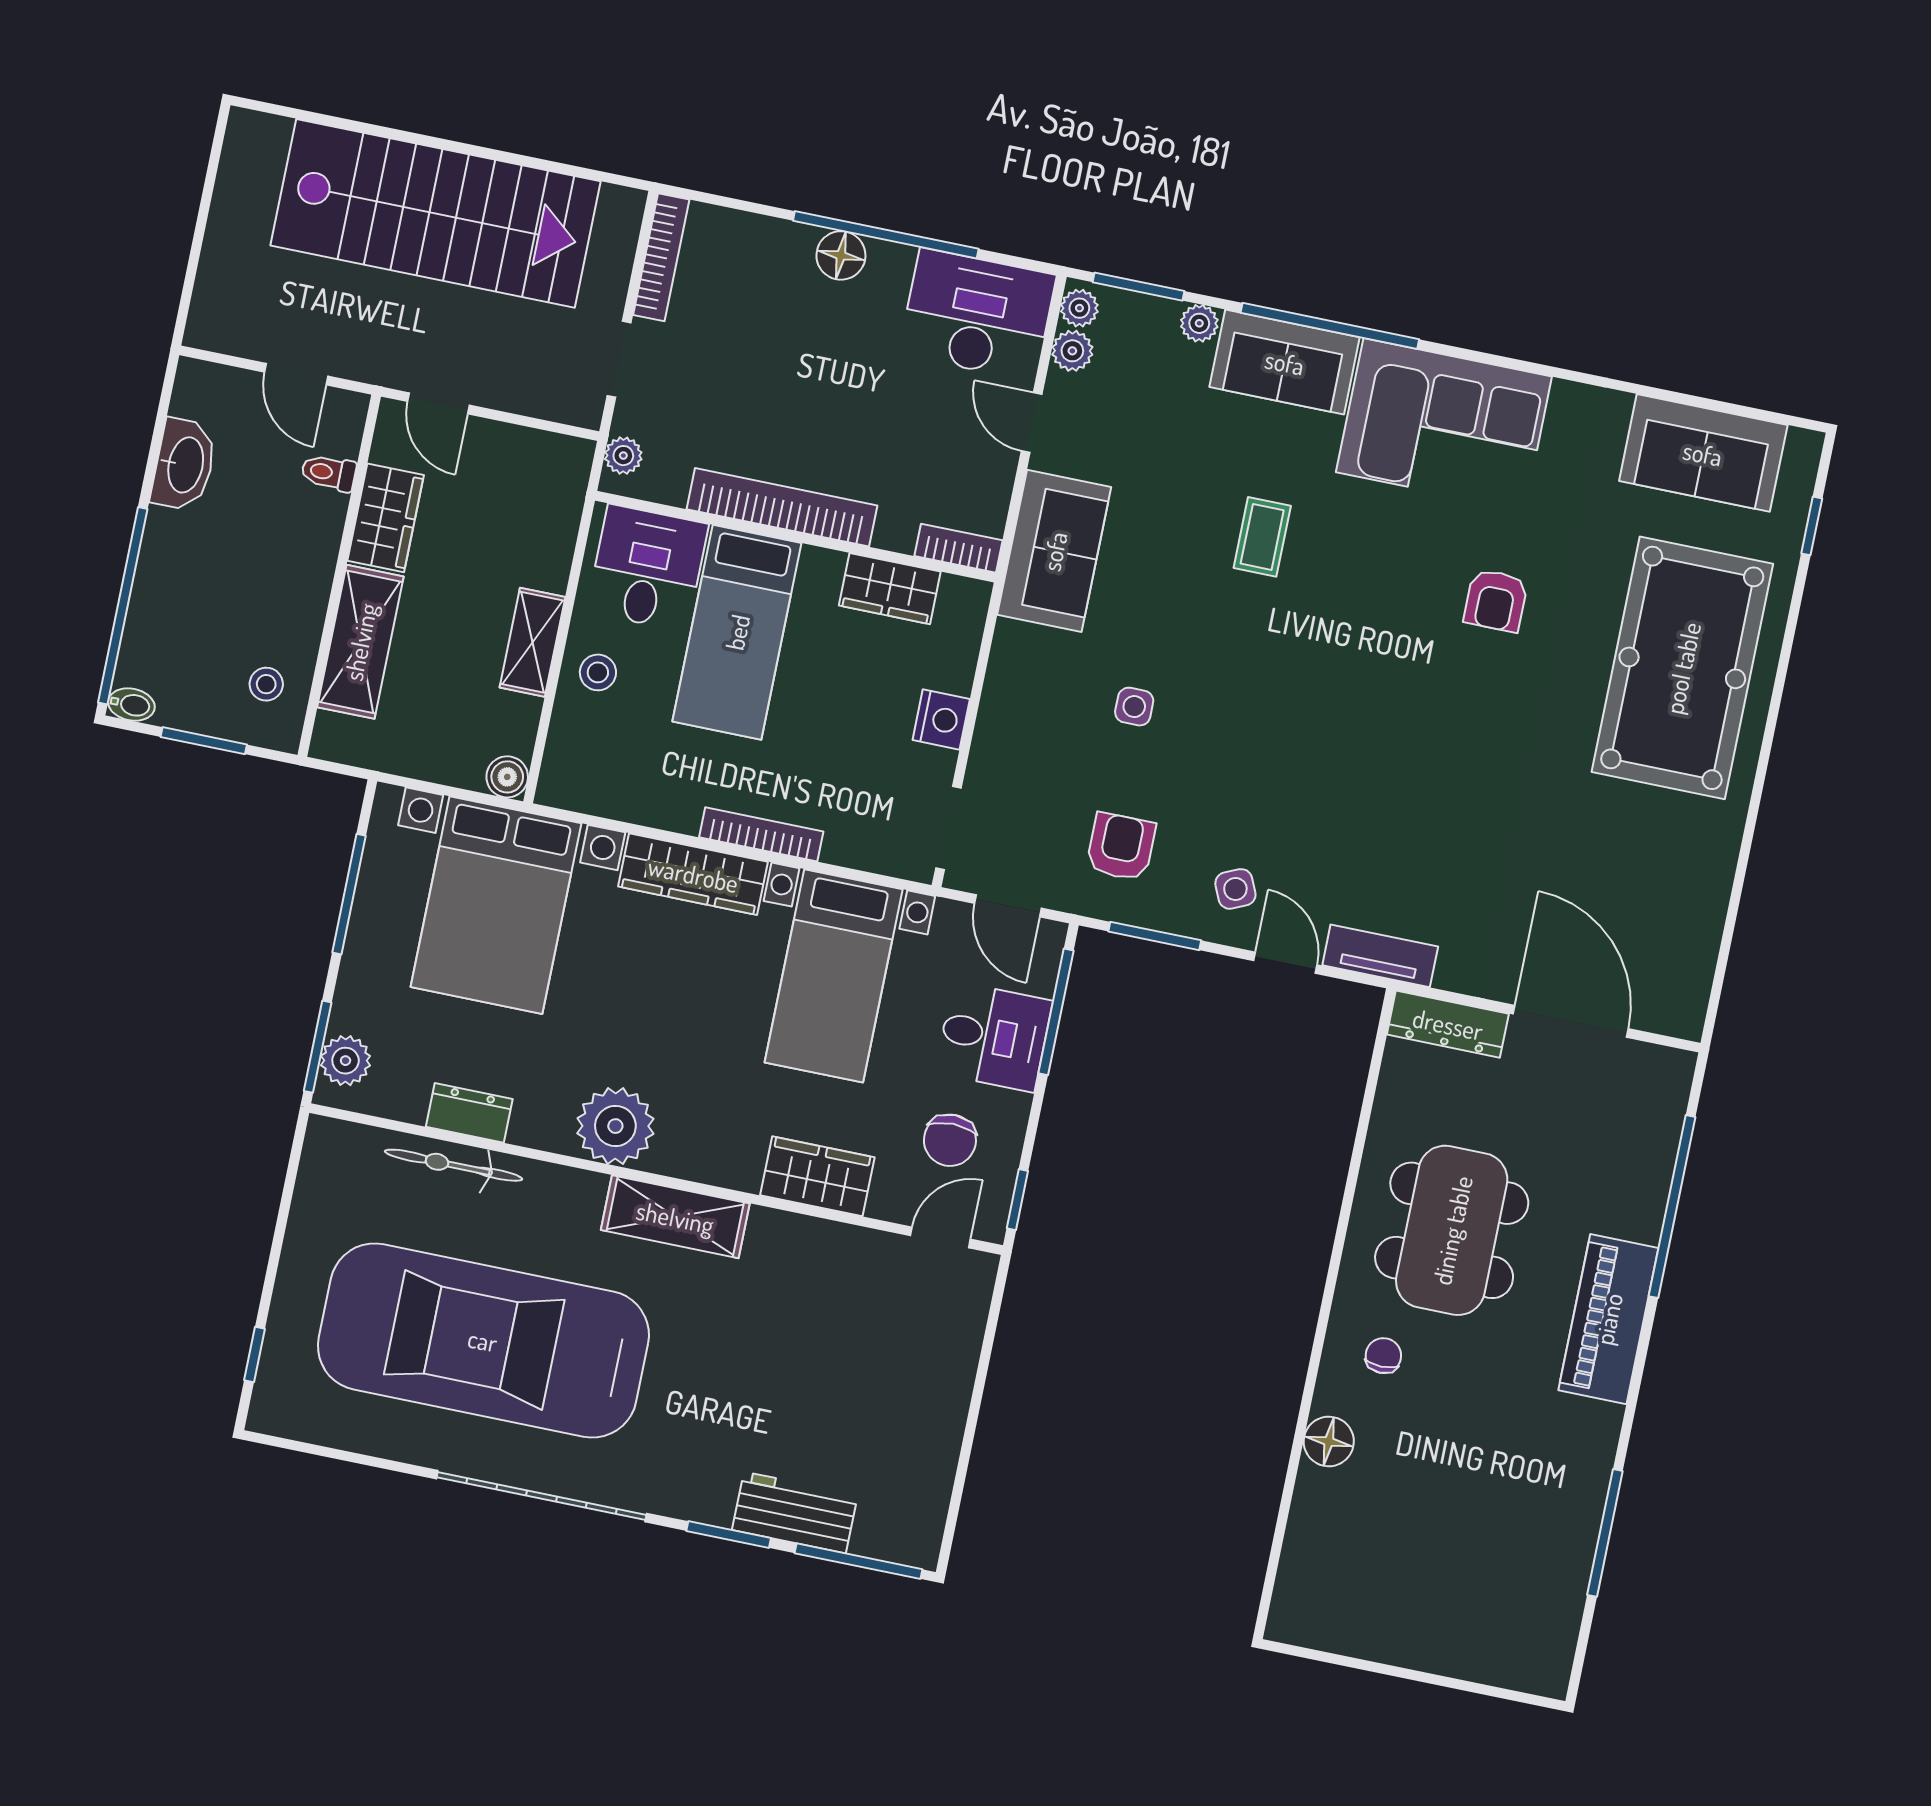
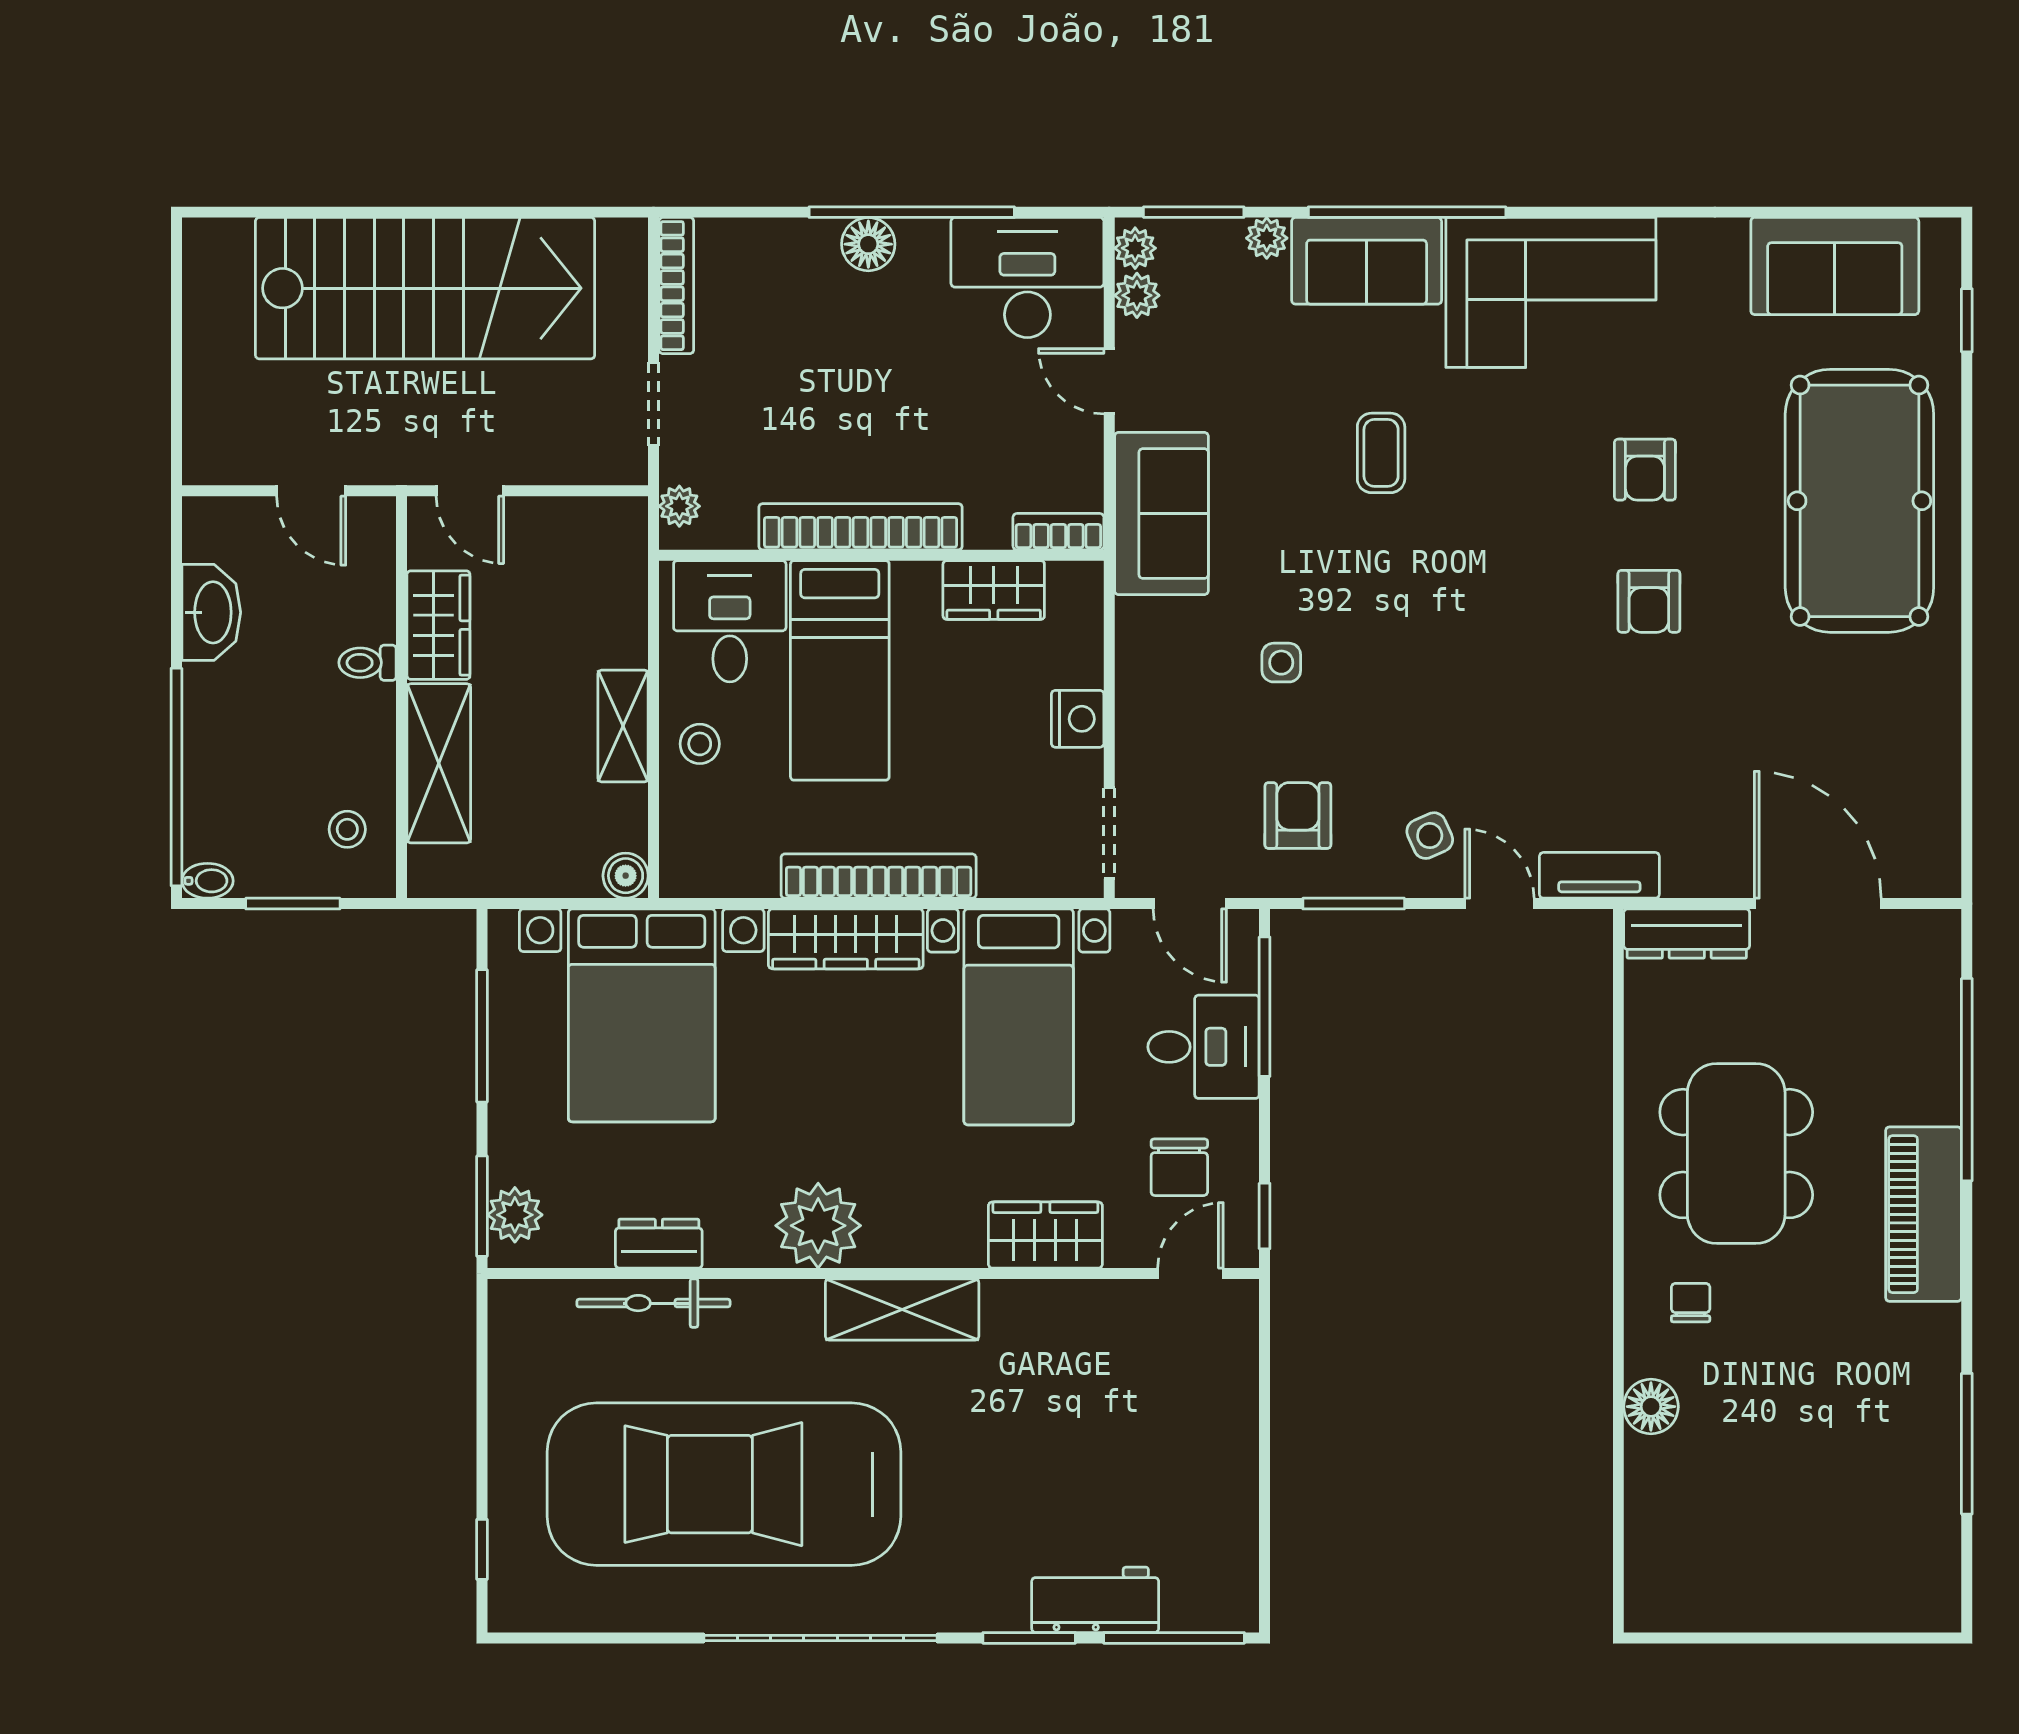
toilet: (329, 473) -> (368, 663), moved
armchair: (1475, 719) -> (1649, 601), added
bookcase: (761, 834) -> (879, 876), width x1.48, depth x1.31

